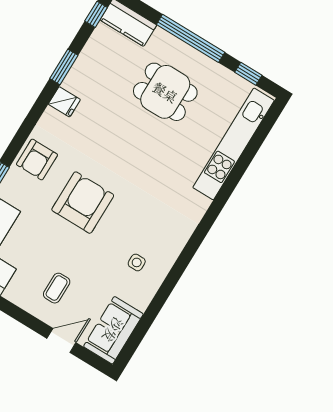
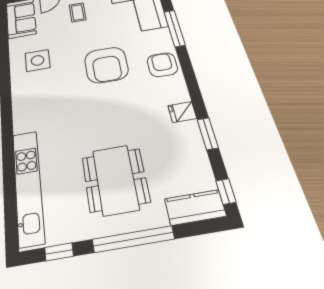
dining table: (165, 92) -> (115, 180), width x1.38
side table: (137, 262) -> (38, 60), width x1.87, depth x1.87

